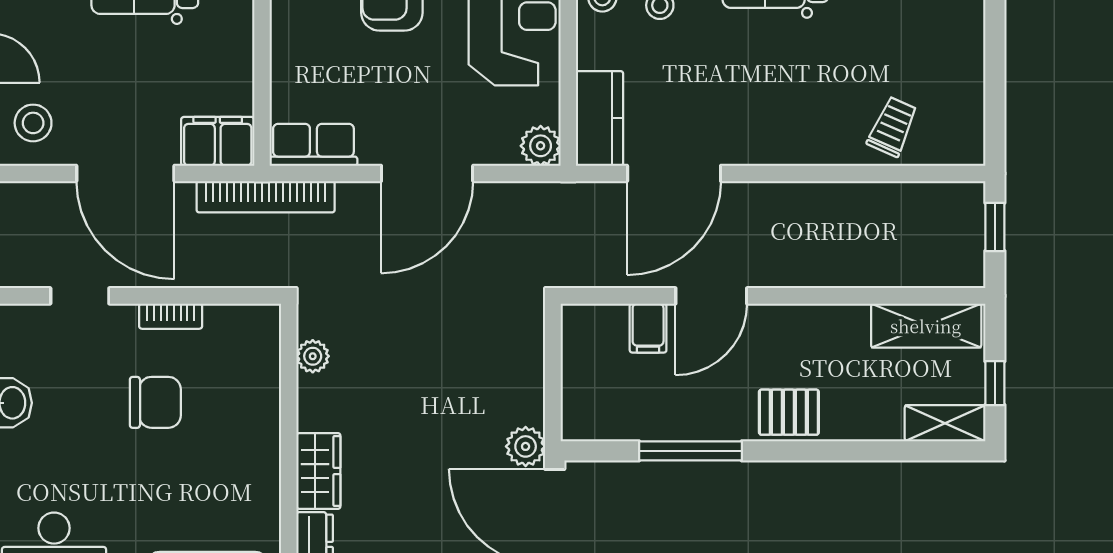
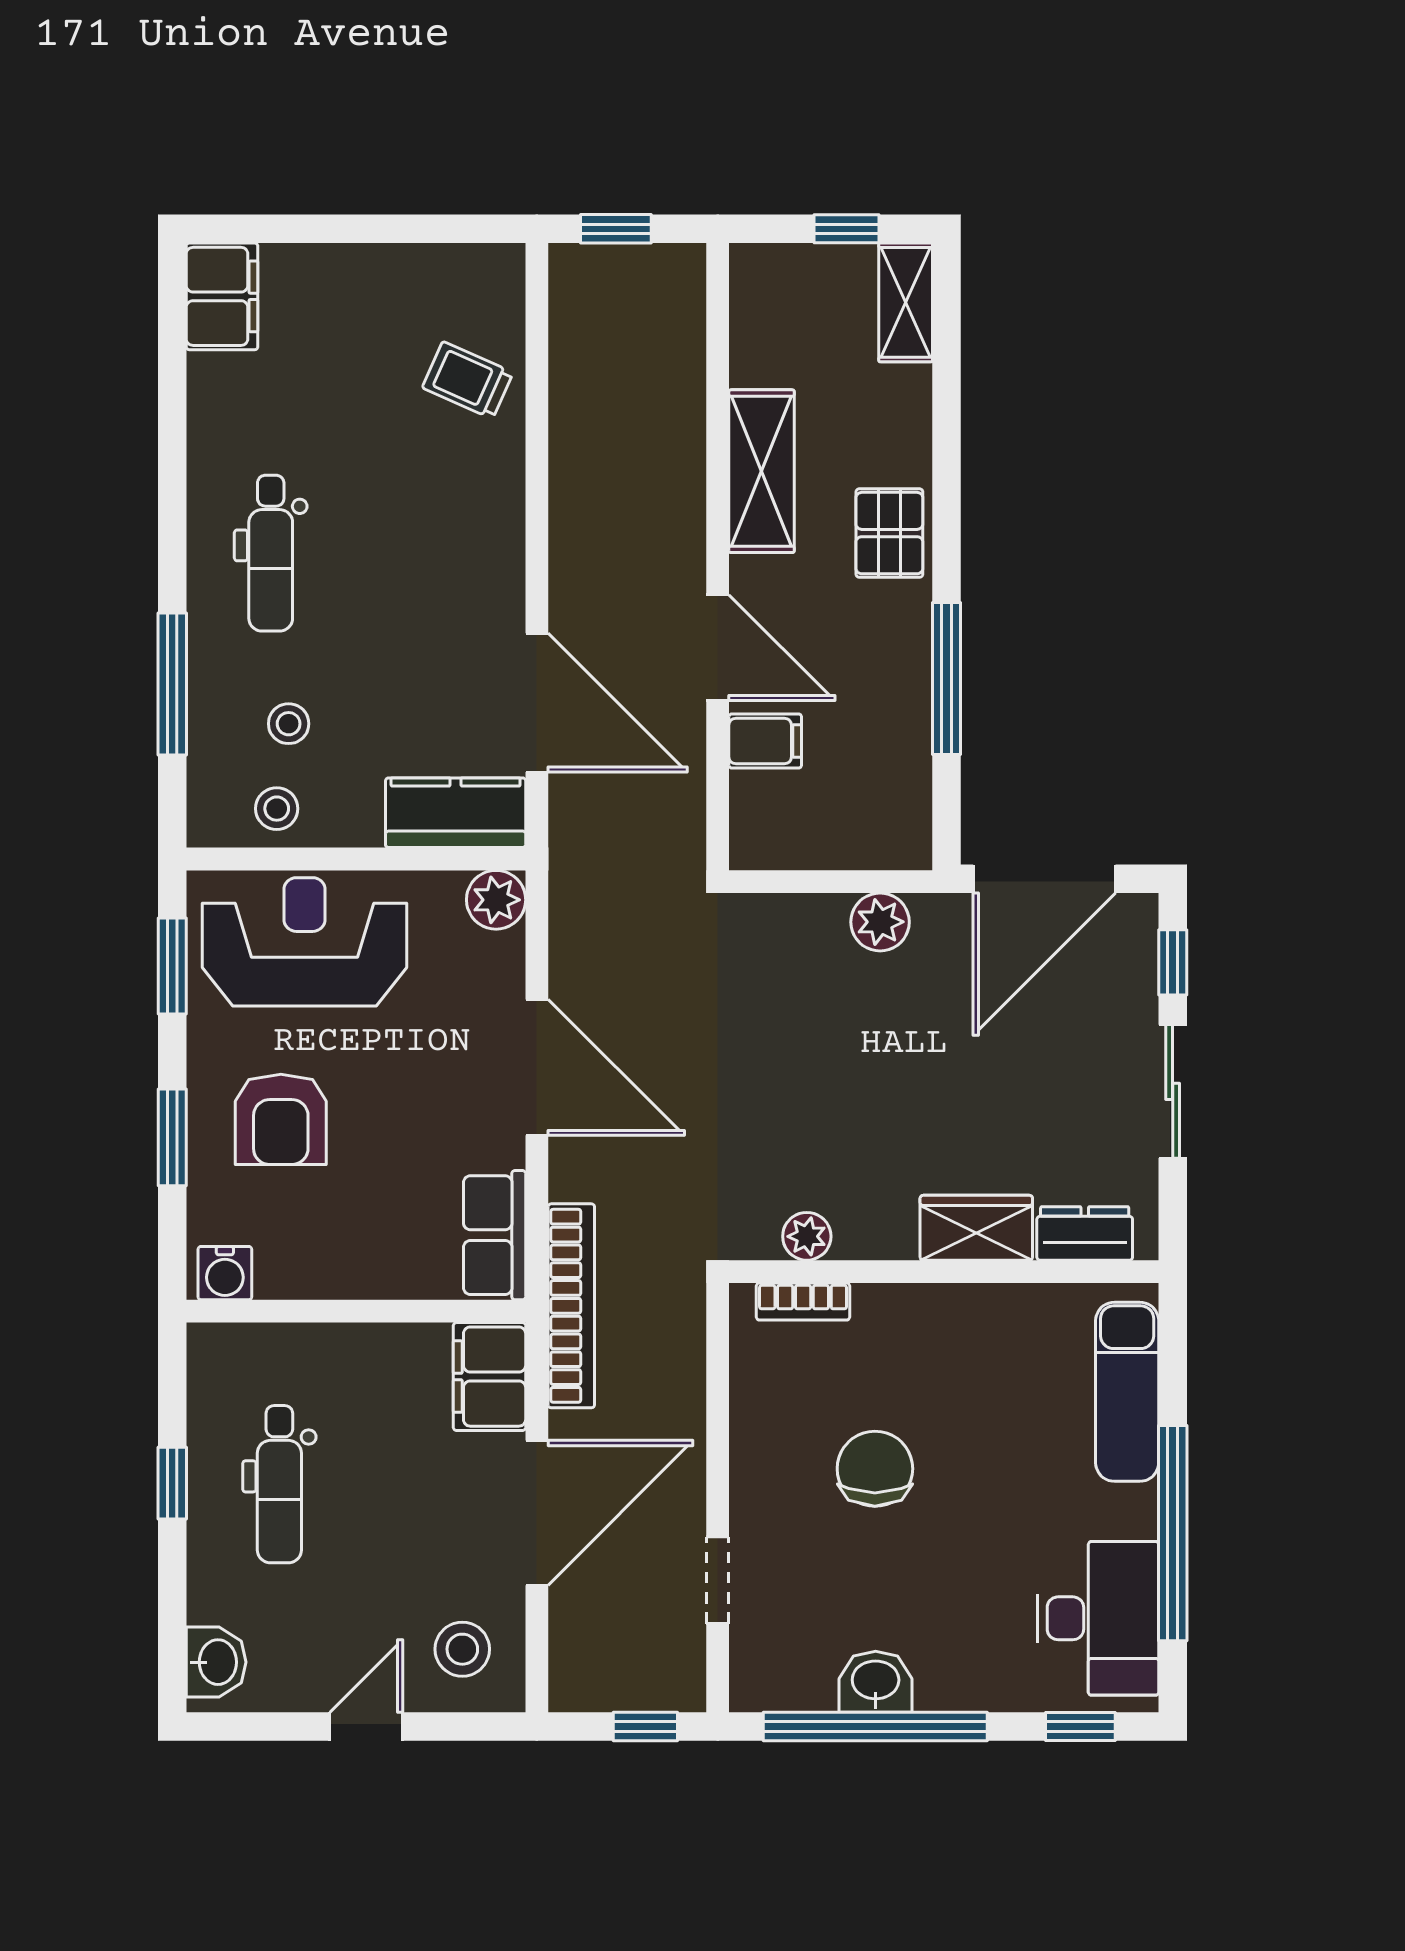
bookcase: (171, 316) -> (803, 1302), moved, turned 90
shelving: (926, 326) -> (762, 471), moved
plant: (526, 446) -> (880, 922), moved

